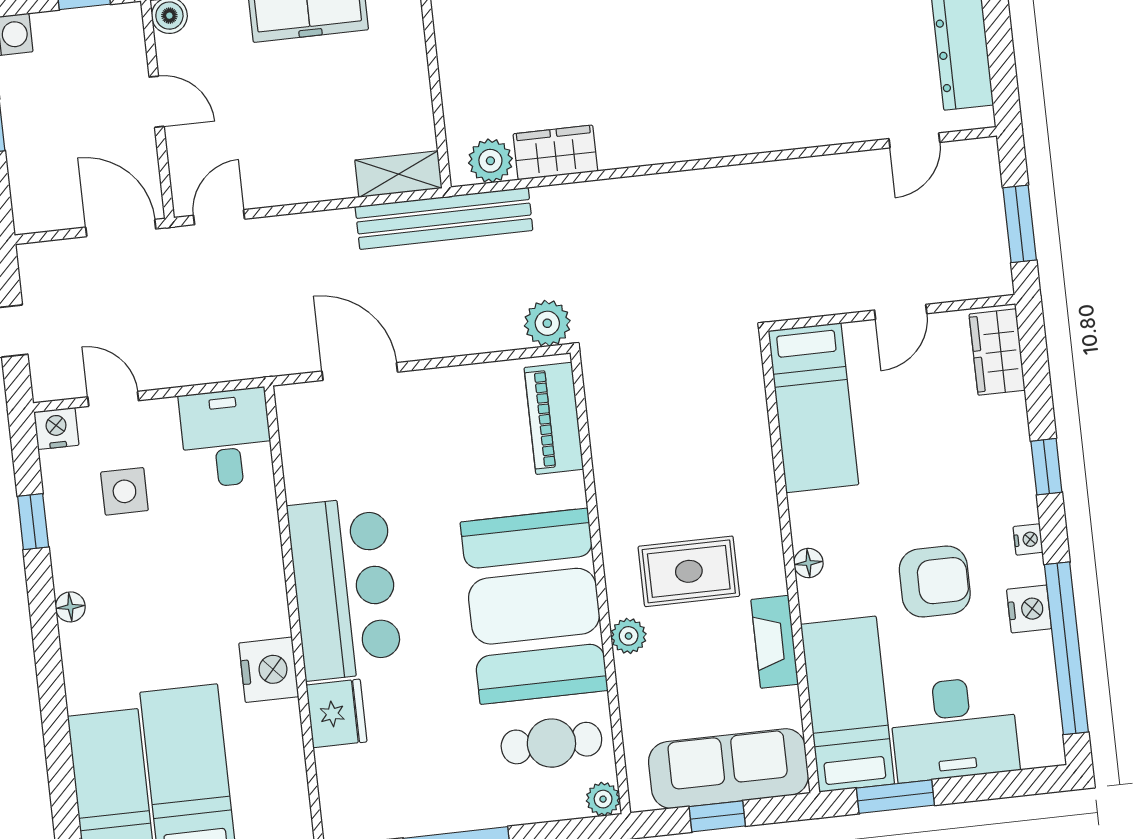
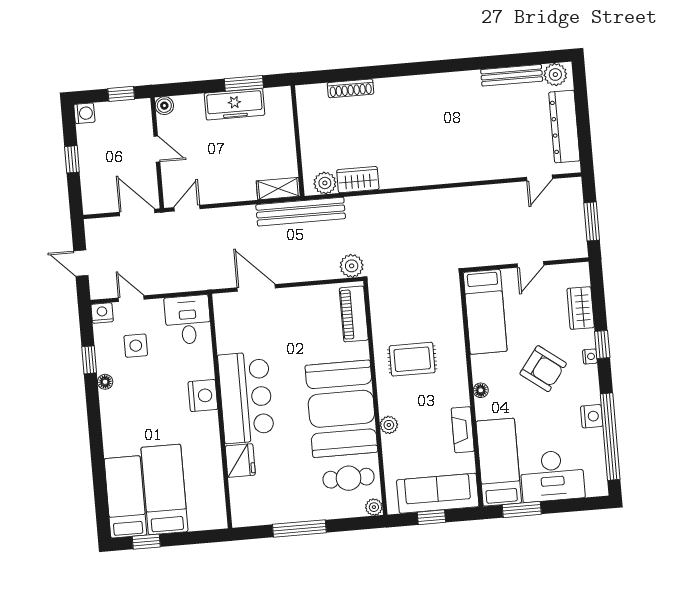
wardrobe: (997, 352) -> (581, 308), moved
nightstand: (1028, 539) -> (590, 356), moved
rug: (689, 571) -> (412, 359), moved
armchair: (935, 581) -> (543, 369), moved, turned 37
floor lamp: (70, 607) -> (105, 382), moved
nightstand: (269, 670) -> (203, 396), moved

